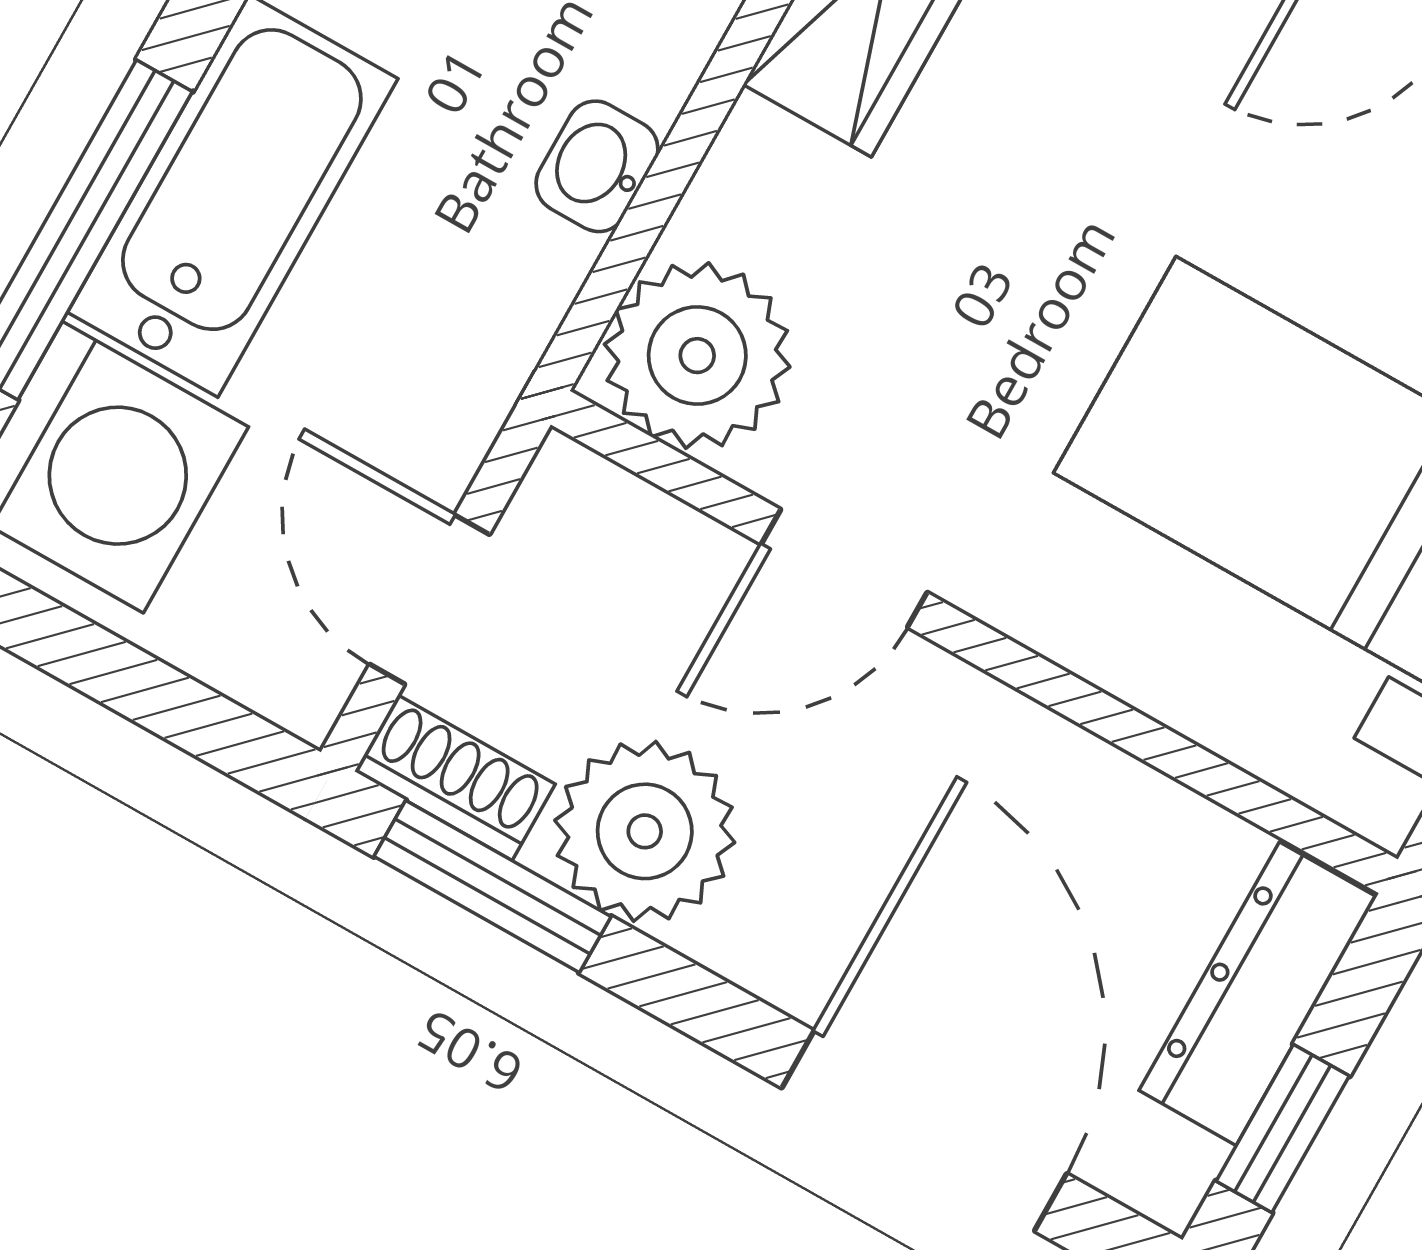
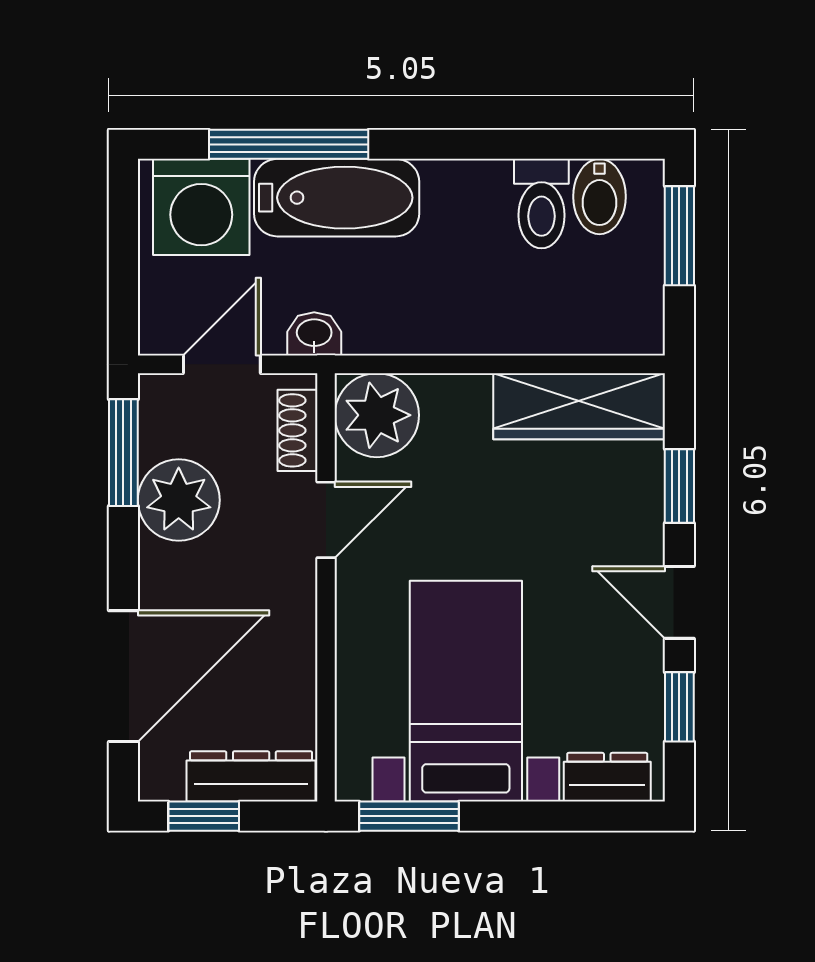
washbasin: (597, 166) -> (314, 334), moved
door: (844, 568) -> (326, 520), swing flipped
shoe rack: (455, 778) -> (298, 430), moved, turned 180

